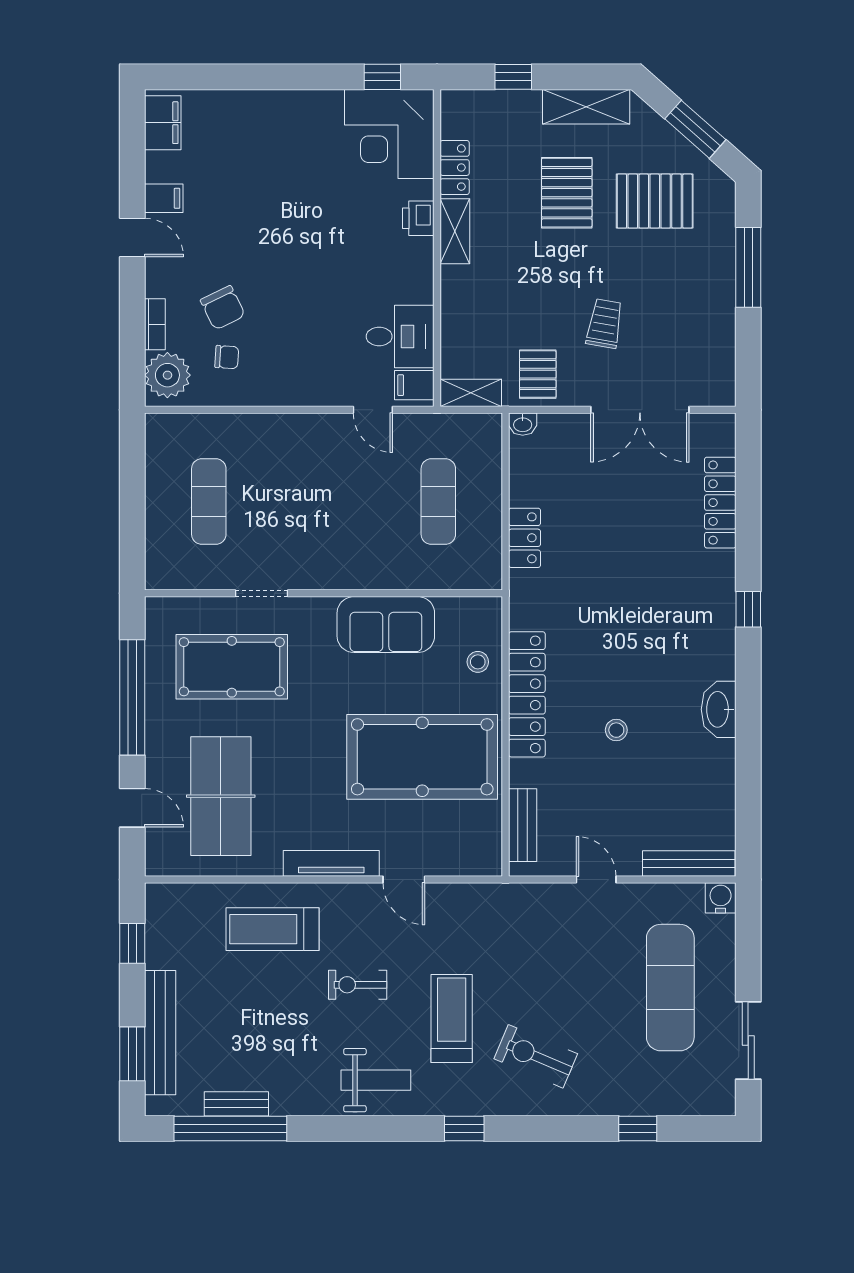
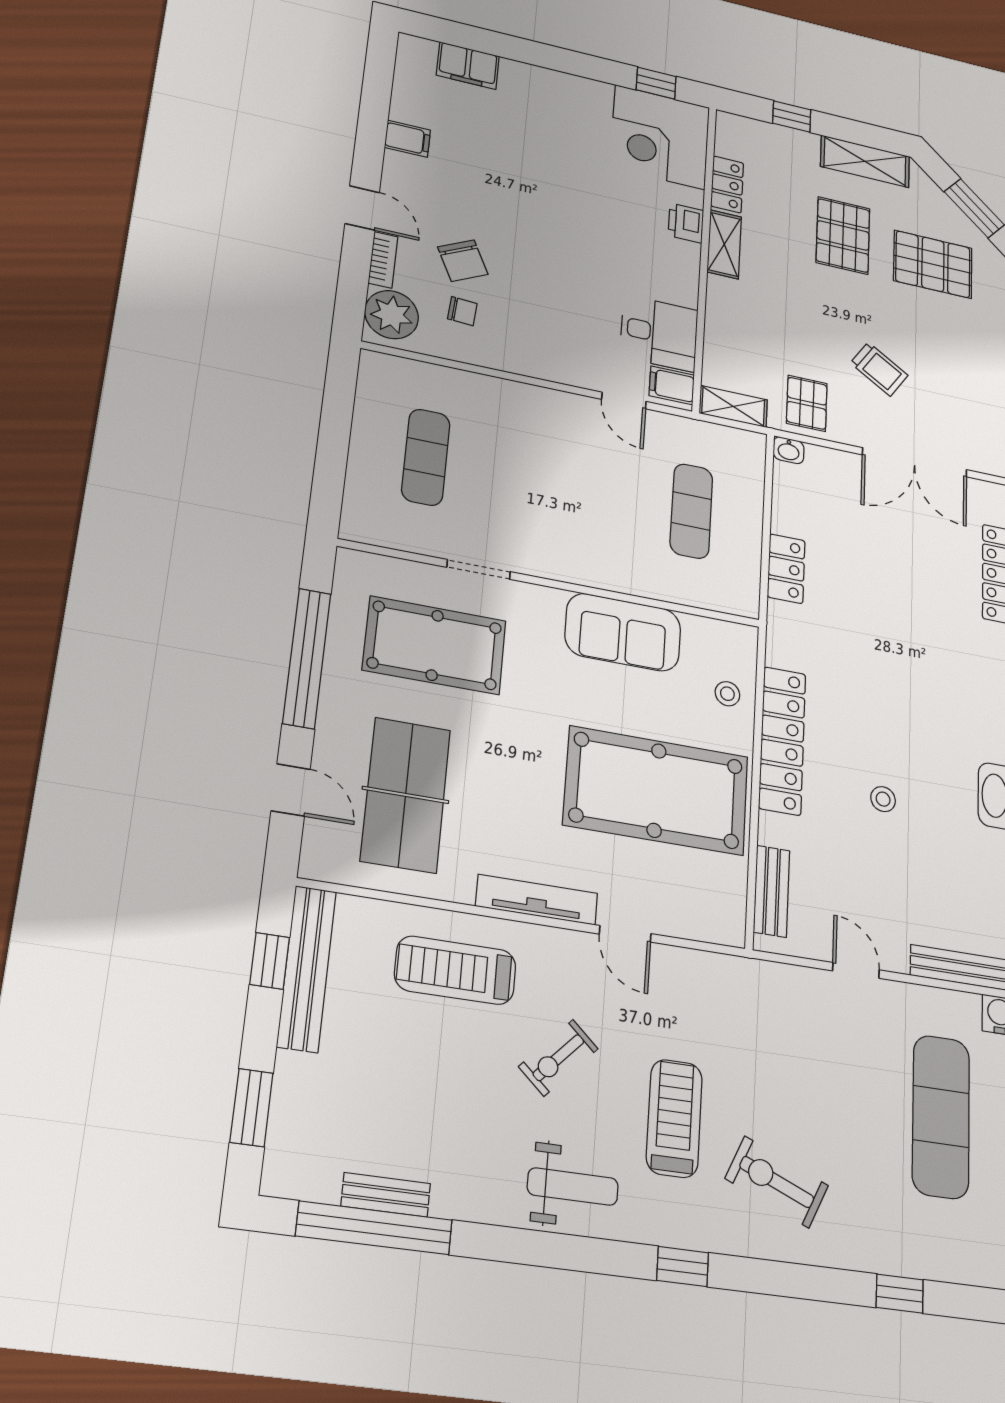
filing cabinet: (163, 123) -> (468, 66), moved, turned 90
door: (132, 237) -> (362, 208), moved
trolley: (605, 324) -> (879, 369), turned 113
exercise bike: (358, 985) -> (558, 1058), turned -47
bench: (160, 1033) -> (307, 968), moved

